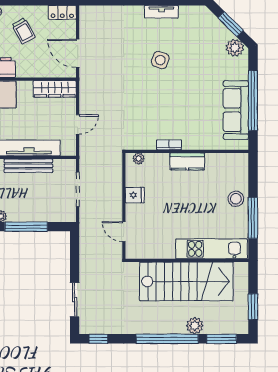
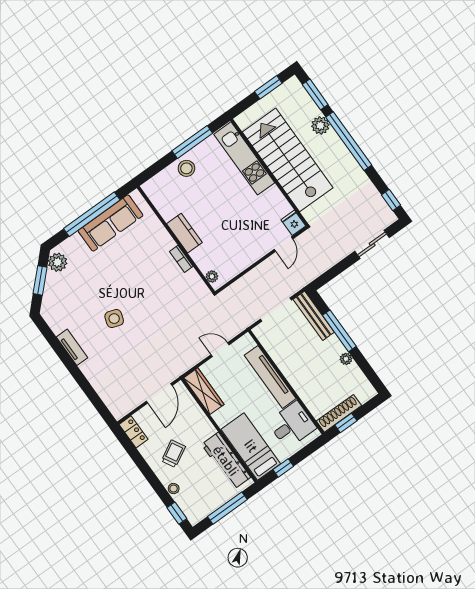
bench: (28, 166) -> (314, 316), moved
fridge: (135, 195) -> (293, 223), moved

